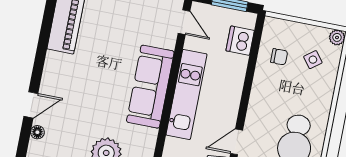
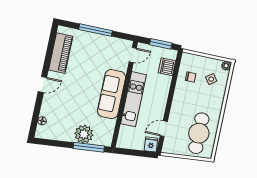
door: (184, 22) -> (133, 55), hinge flipped
door: (31, 105) -> (42, 84), moved

